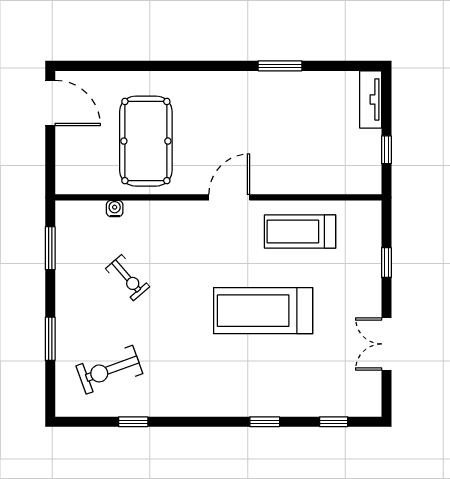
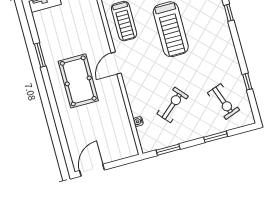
pool table: (146, 141) -> (78, 81), moved, turned 90
door: (229, 197) -> (116, 63), hinge flipped
exercise bike: (128, 278) -> (173, 105), width x1.38, depth x1.39

